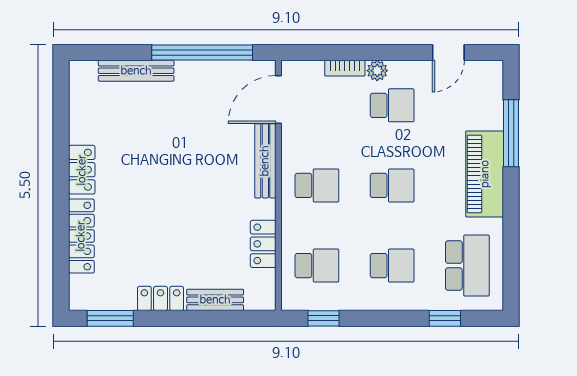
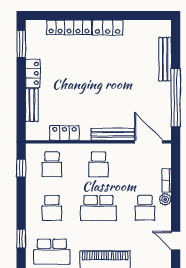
school desk: (392, 185) -> (98, 208), width x1.85

